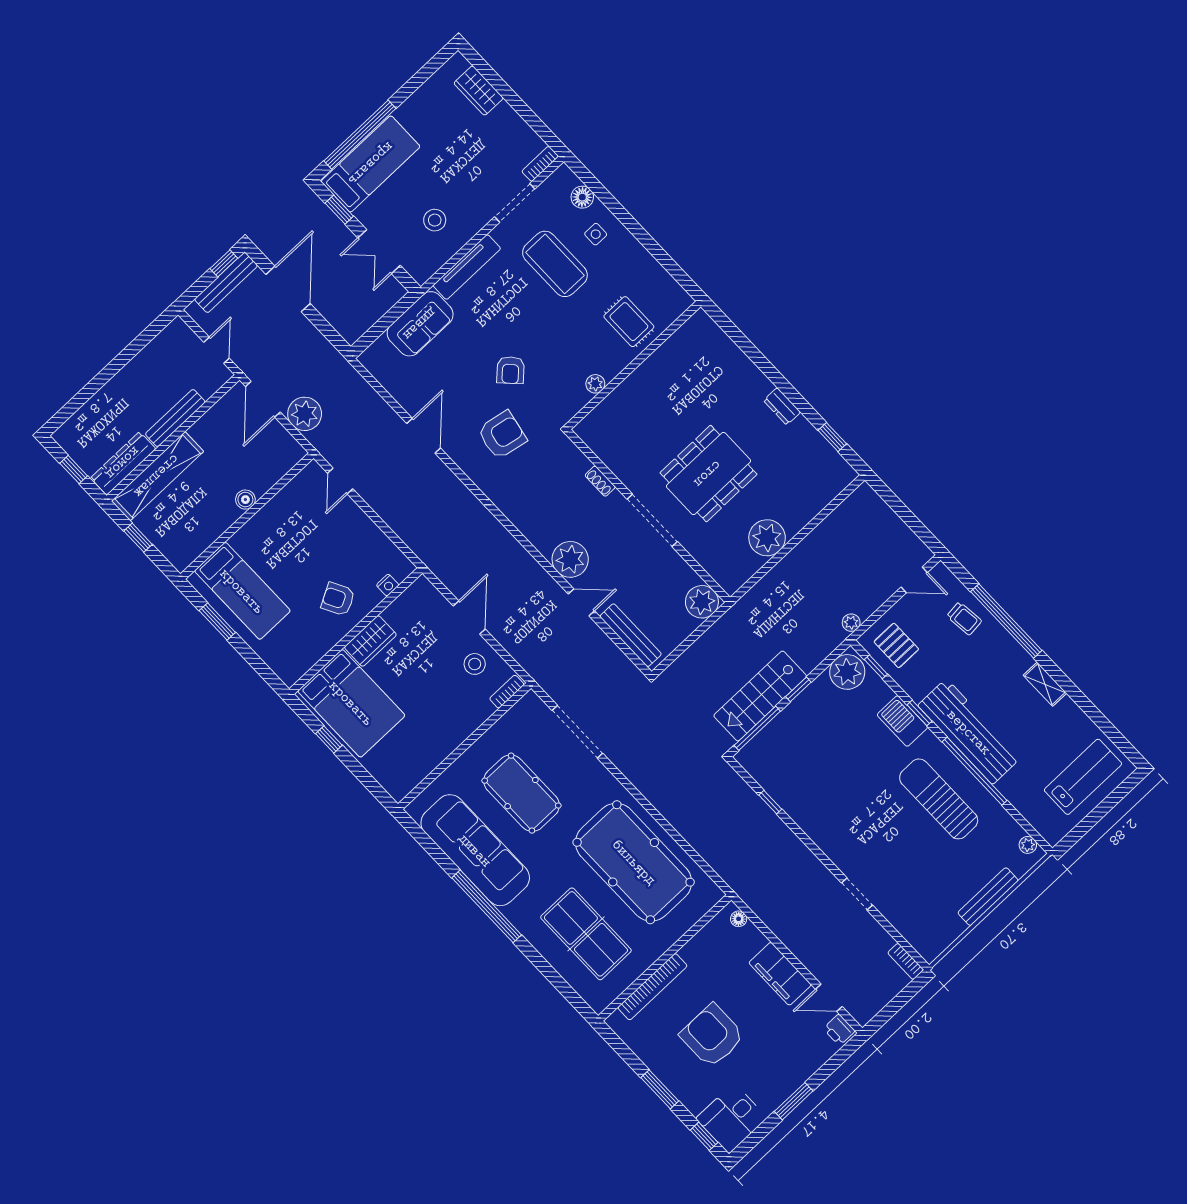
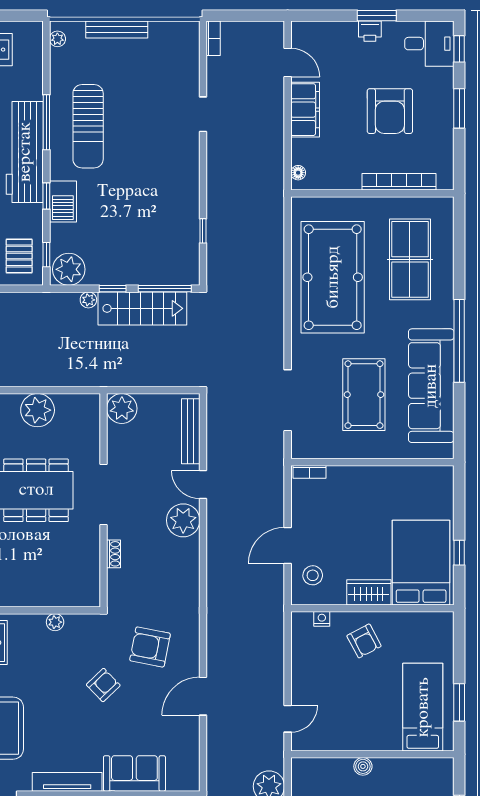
plant: (851, 623) -> (88, 300), moved
stool: (475, 664) -> (313, 575), moved
window: (975, 771) -> (46, 122), width x0.68
printer: (839, 1030) -> (370, 31), moved, turned 90

